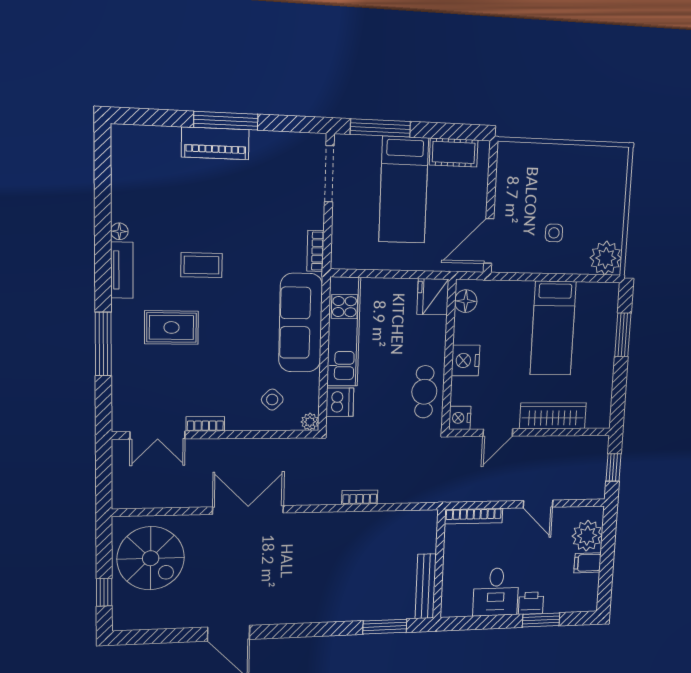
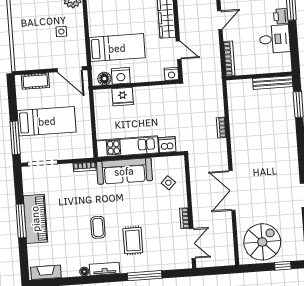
piano: (215, 143) -> (35, 219), width x1.37, depth x1.33
cot: (454, 153) -> (35, 81), moved, turned 90
fireplace: (123, 157) -> (46, 272), added
fridge: (433, 297) -> (123, 97), moved
bed: (553, 328) -> (117, 48), moved
nightstand: (465, 360) -> (121, 76), moved
cafe table: (424, 392) -> (158, 97), removed
plant: (310, 422) -> (179, 160), removed

